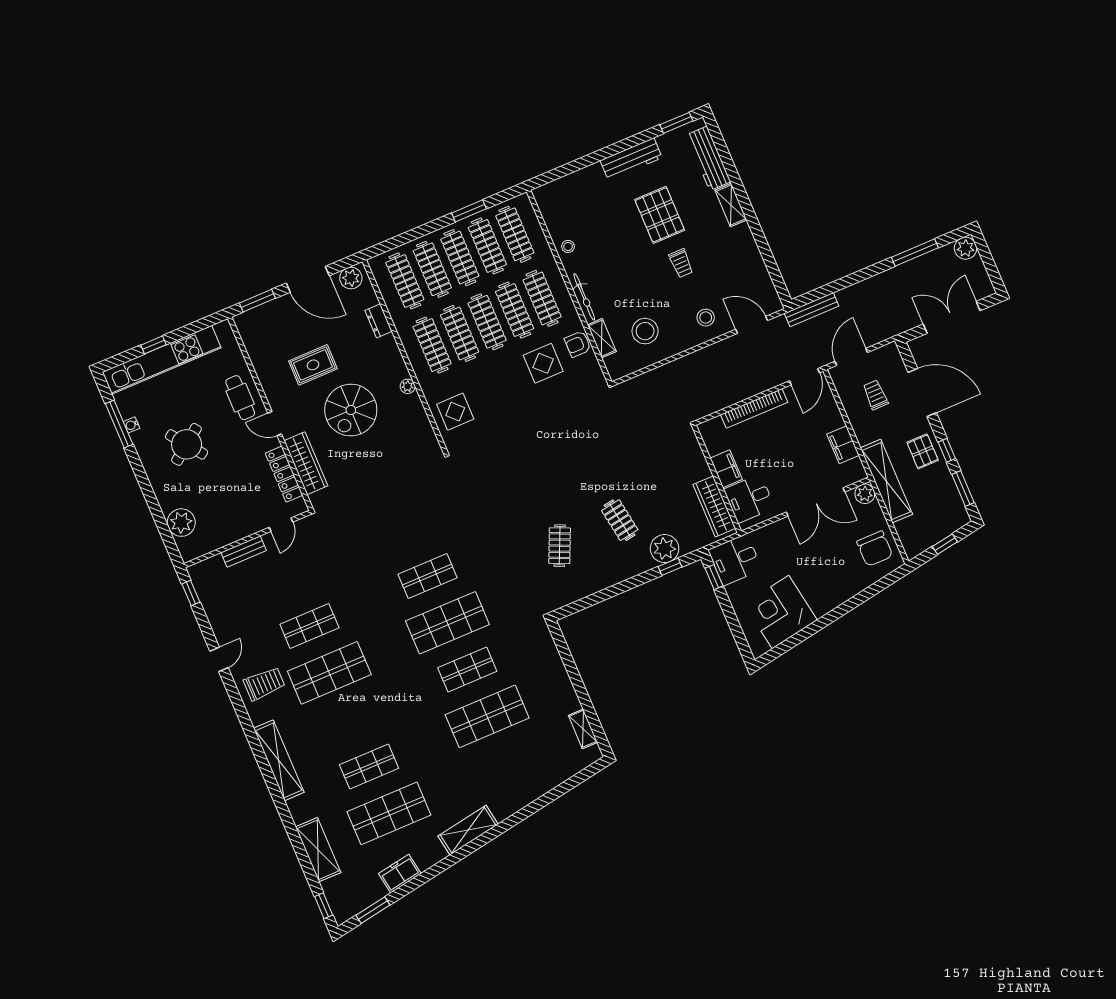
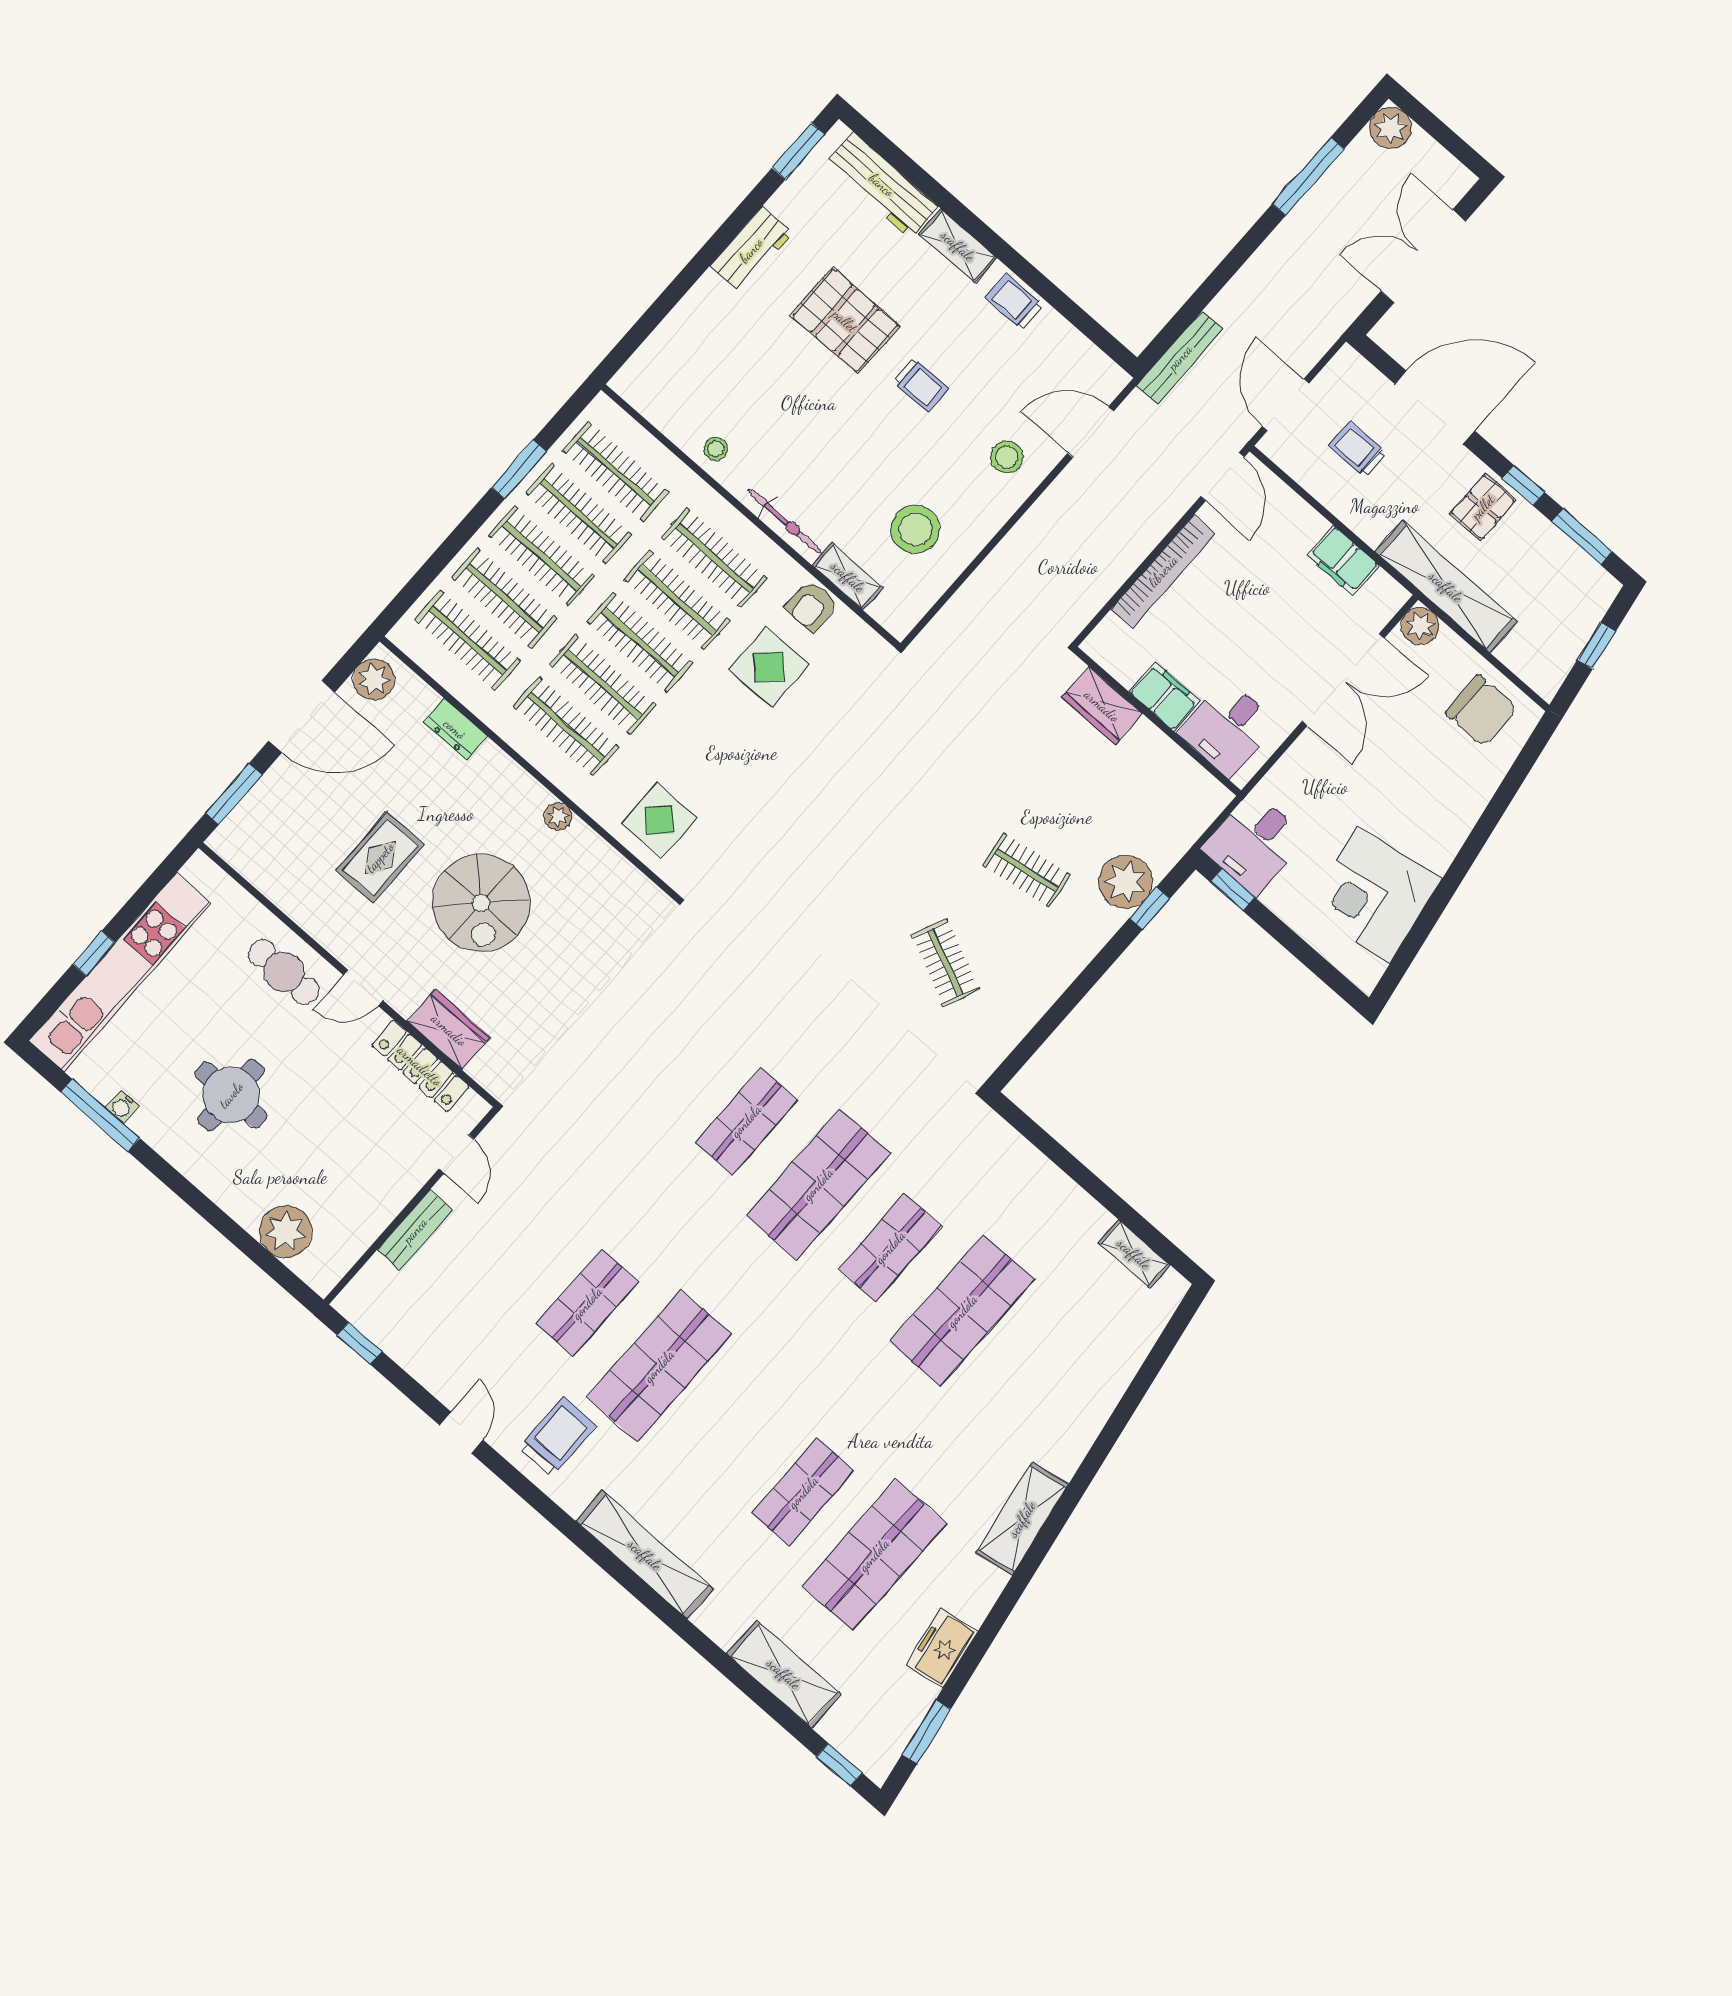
workbench: (631, 159) -> (751, 250), width x0.73
trolley: (745, 245) -> (1014, 302), added
round table: (187, 444) -> (231, 1095), turned 37
pallet: (923, 451) -> (1483, 507), turned 90
wardrobe: (306, 463) -> (449, 1030), width x0.67
wardrobe: (714, 506) -> (1102, 706), moved, width x0.67

